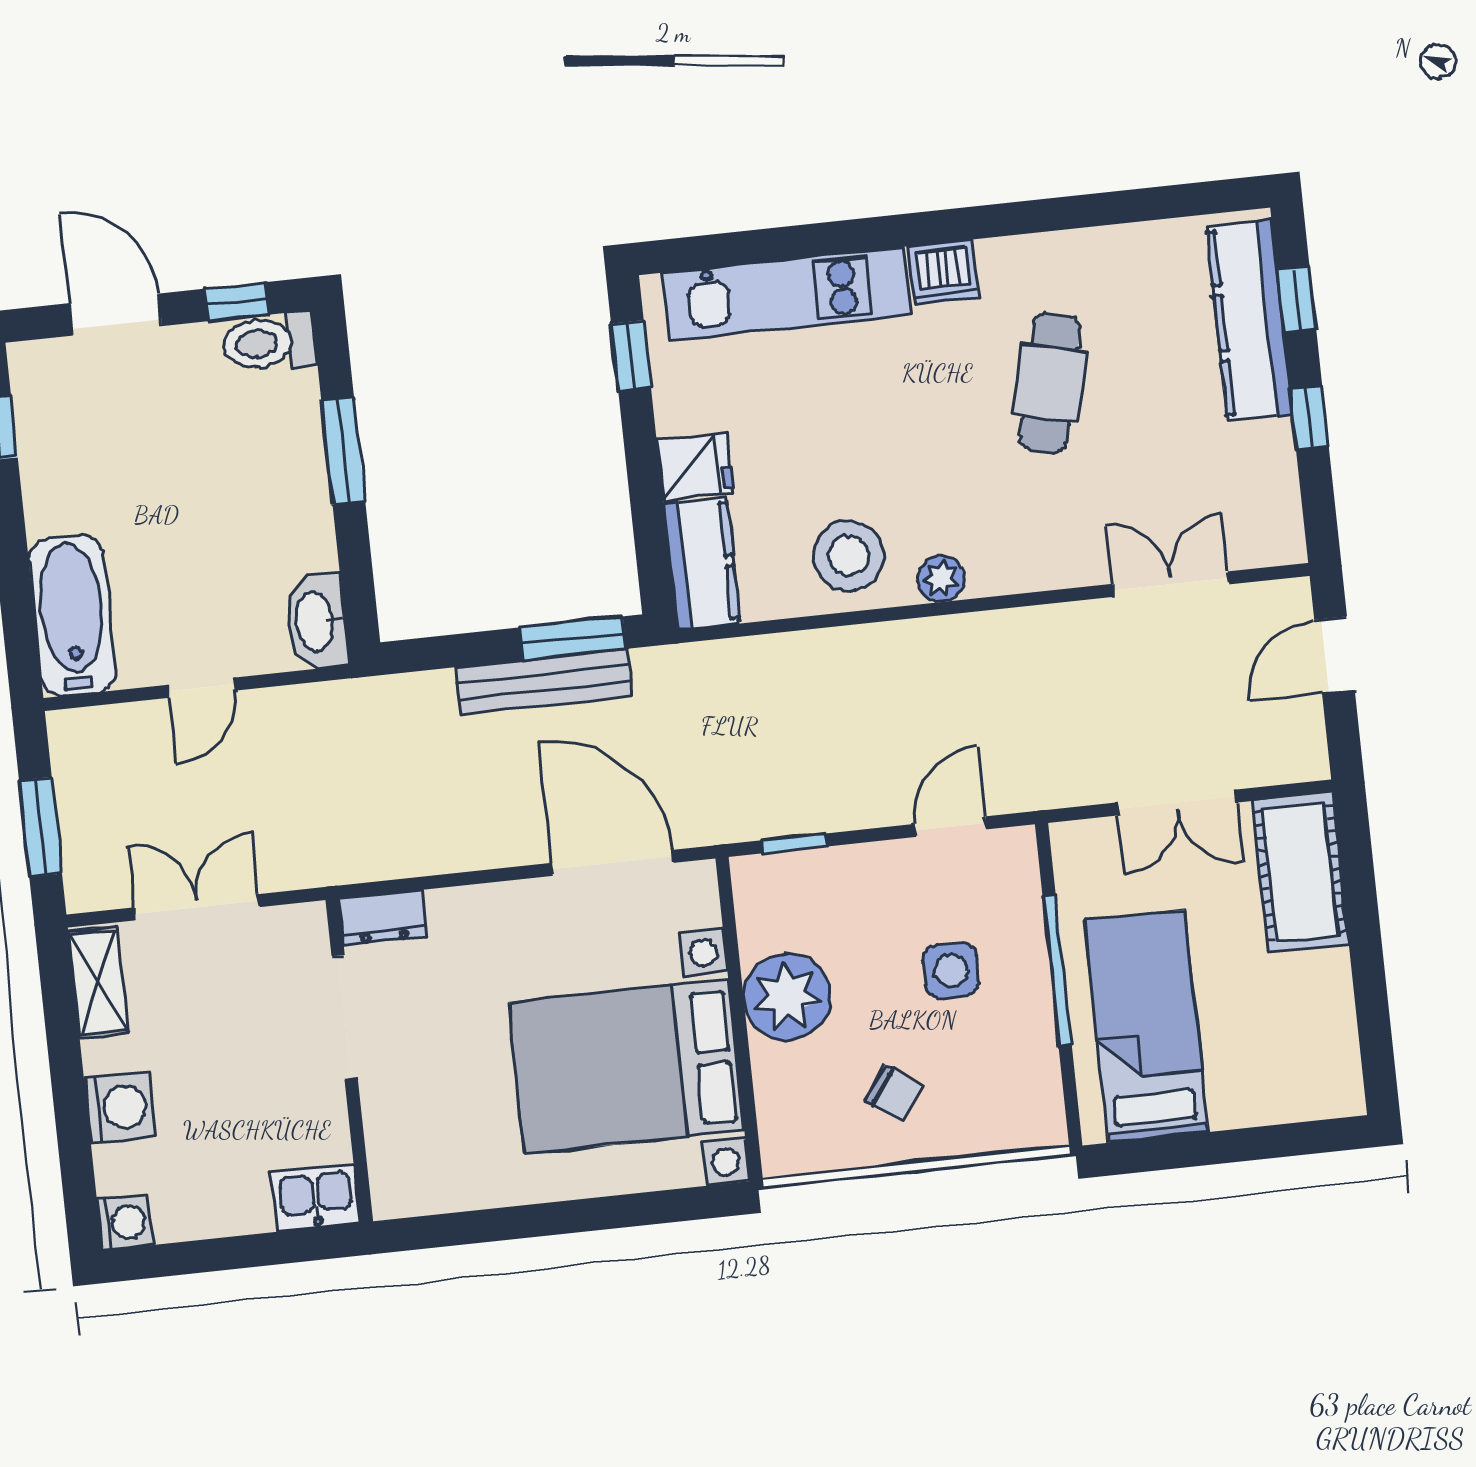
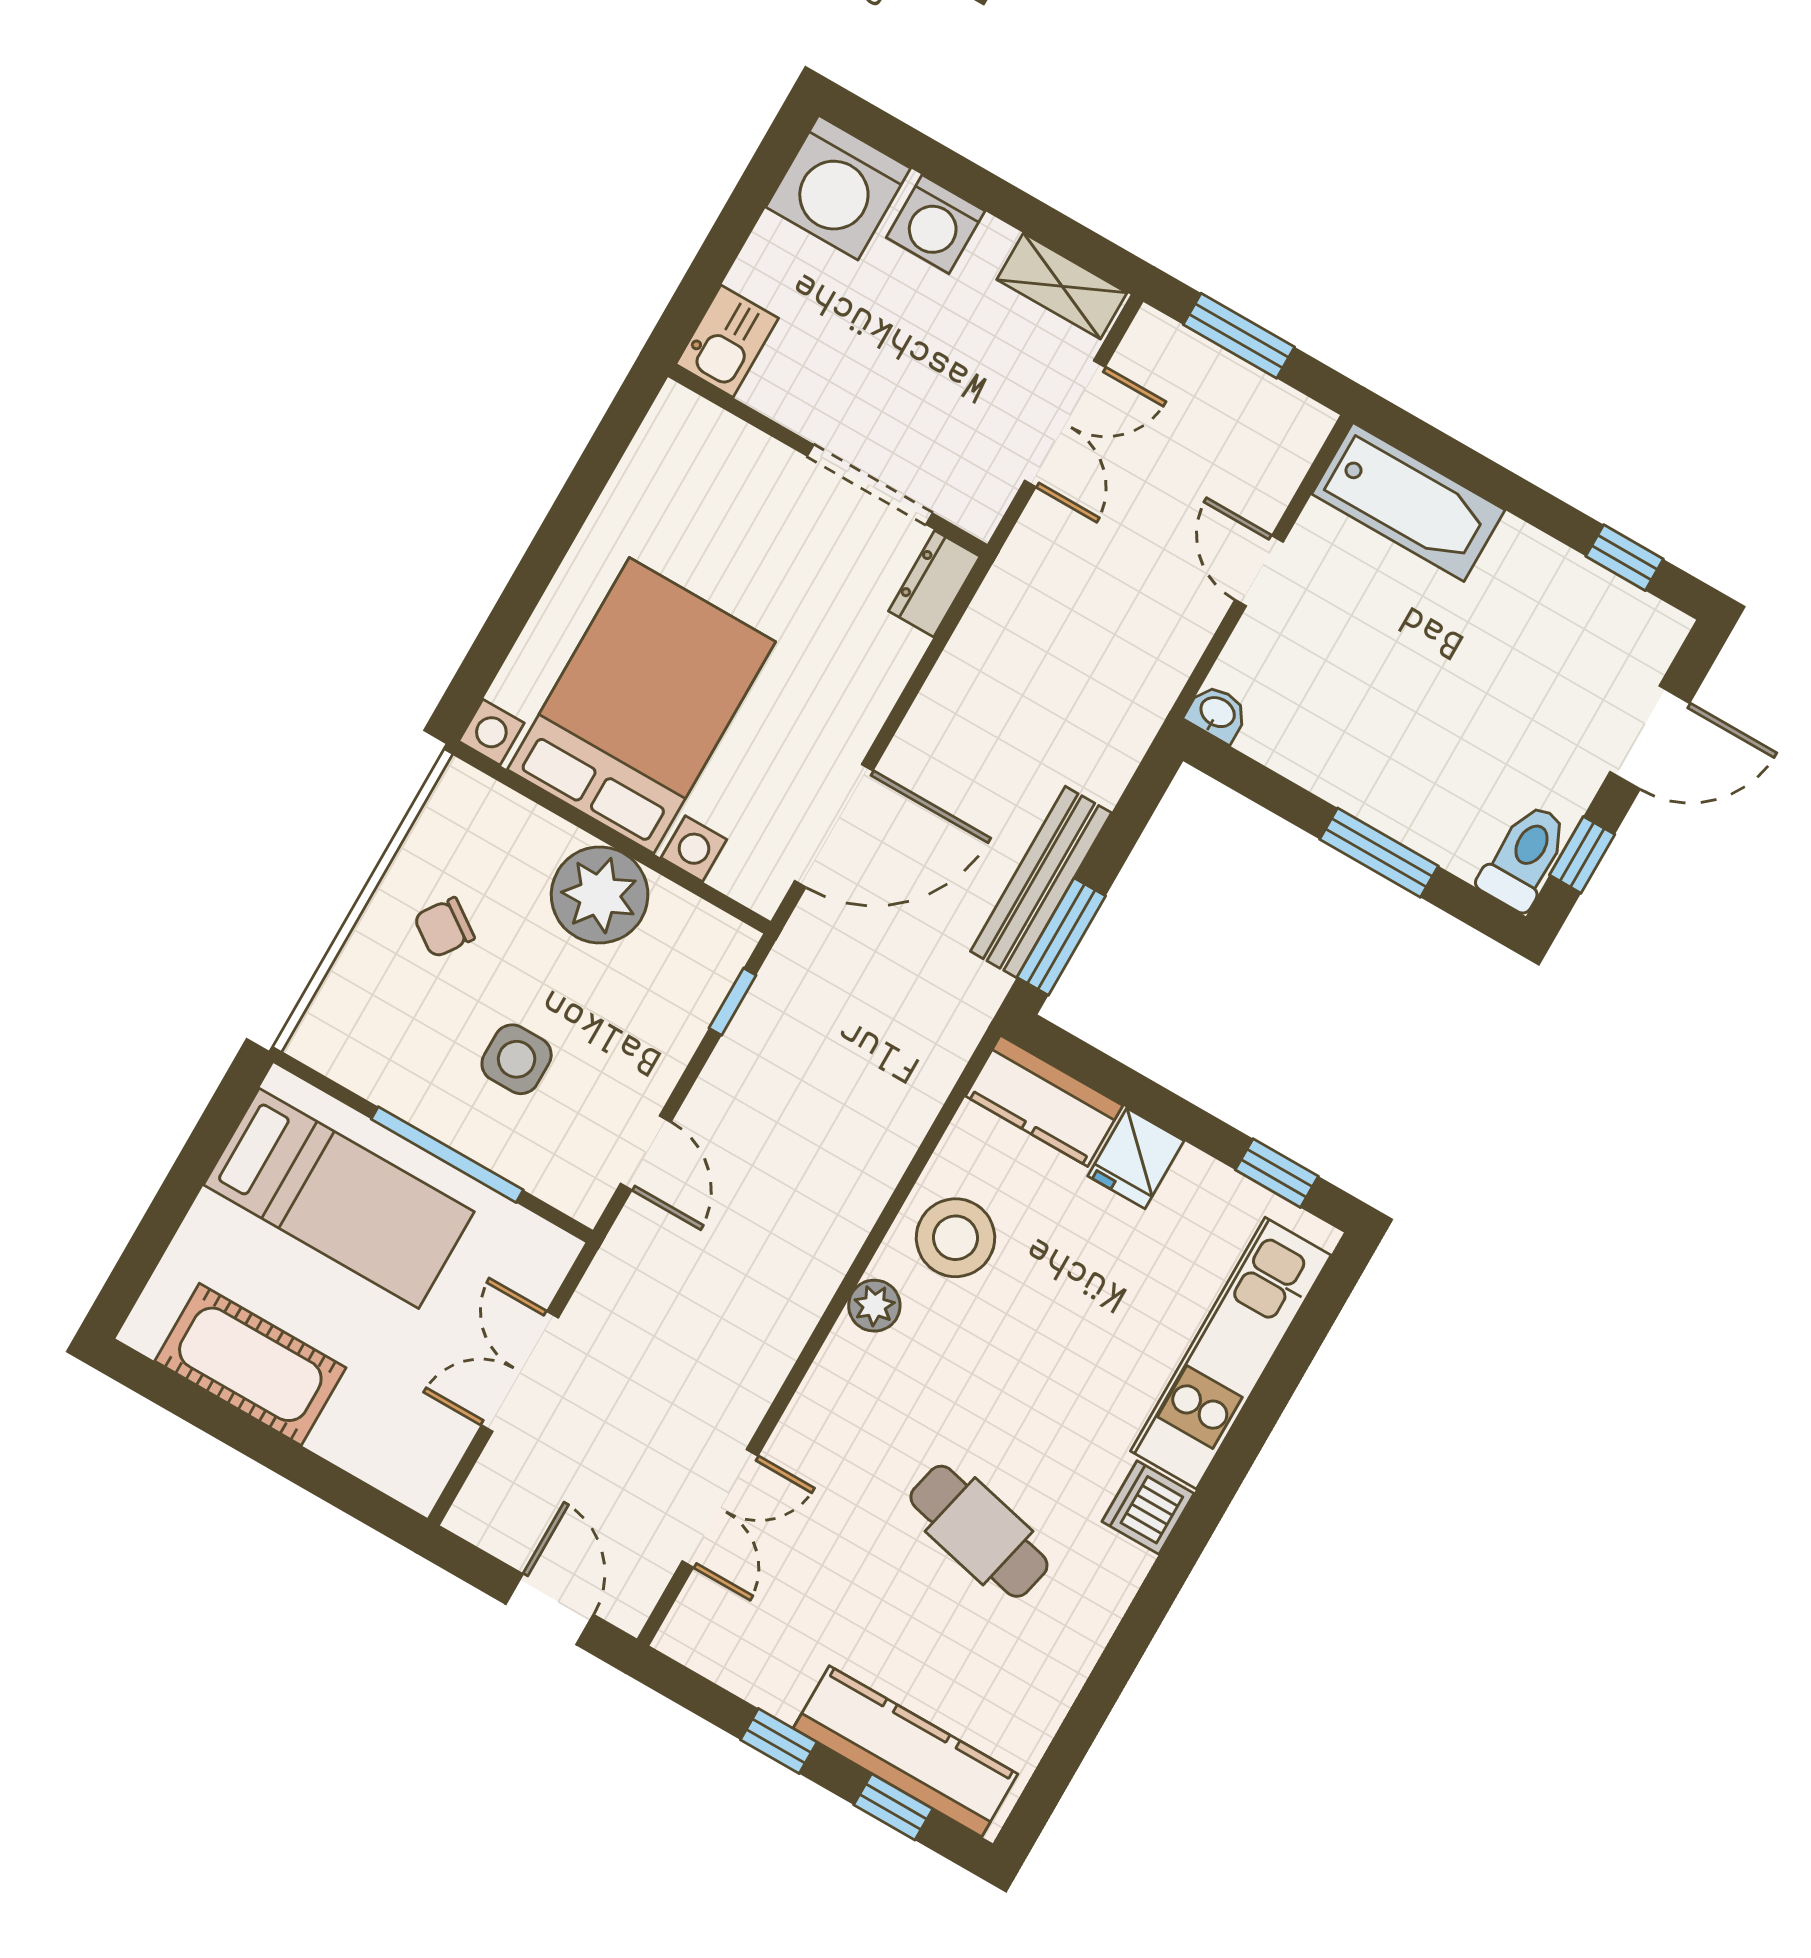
washbasin: (316, 622) -> (1217, 713), width x0.52, depth x0.69
cot: (1301, 873) -> (250, 1364), moved
washing machine: (125, 1222) -> (838, 188), width x1.89, depth x1.89

